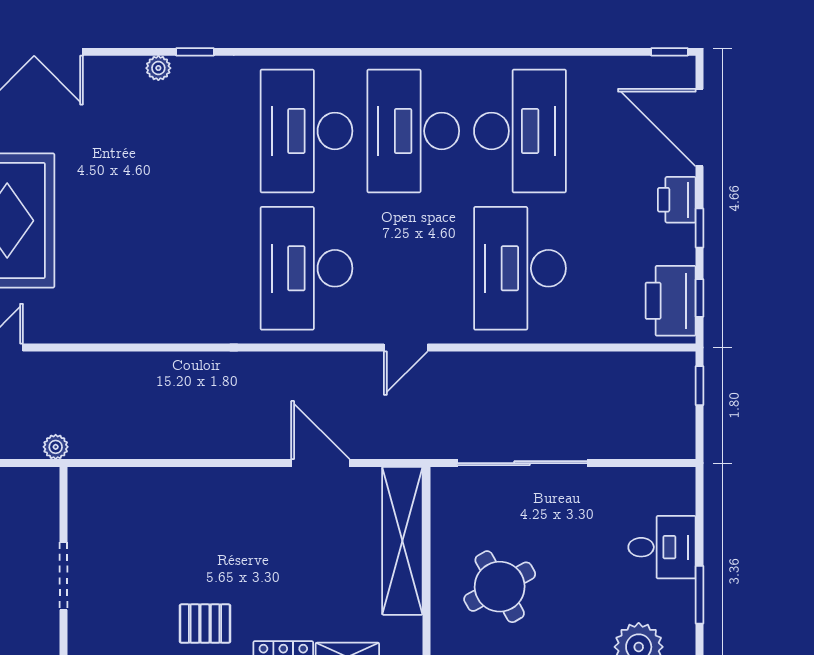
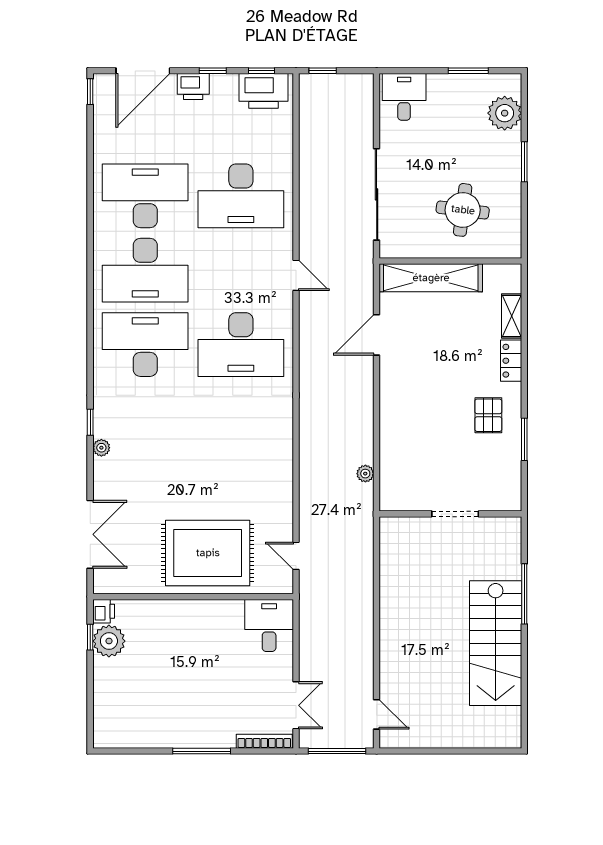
desk: (306, 131) -> (145, 345), turned 180
plant: (56, 447) -> (365, 474), moved
desk: (662, 547) -> (404, 97), moved
round table: (500, 587) -> (463, 210), turned 36

